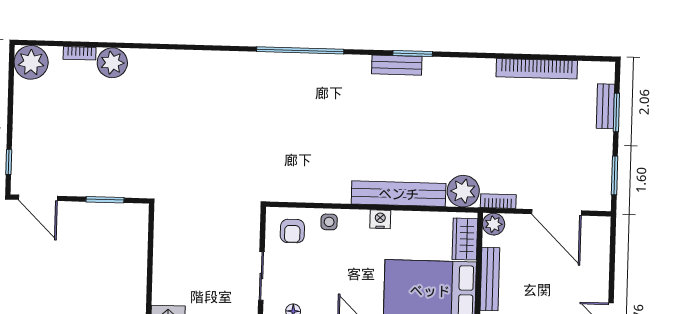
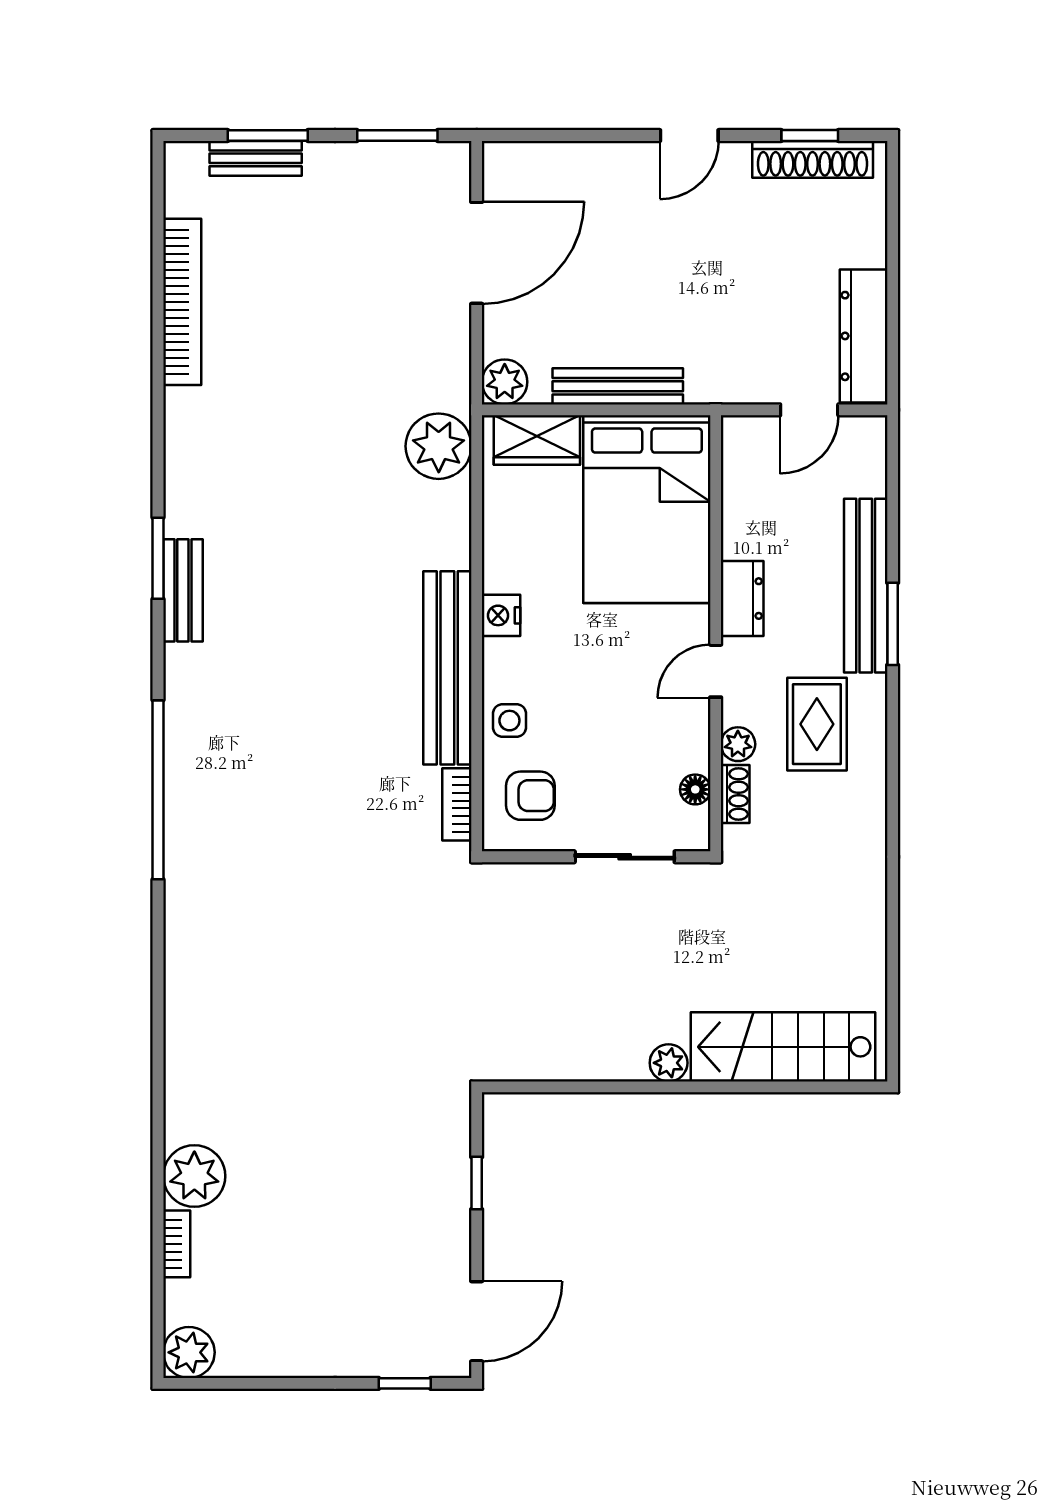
plant: (31, 62) -> (189, 1352), width x0.73, depth x0.73
bench: (399, 194) -> (447, 668), moved
window: (105, 200) -> (477, 1183), width x0.67
bookcase: (498, 201) -> (457, 804), moved
plant: (161, 294) -> (669, 1063), added

